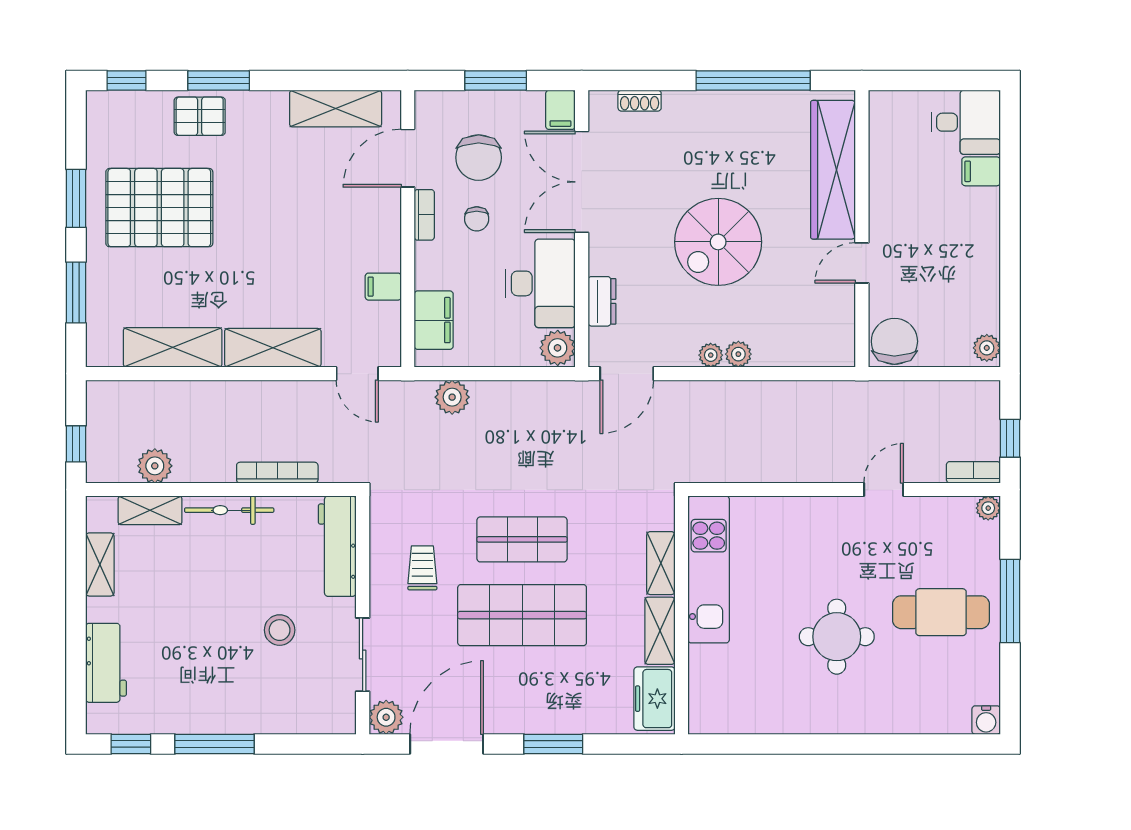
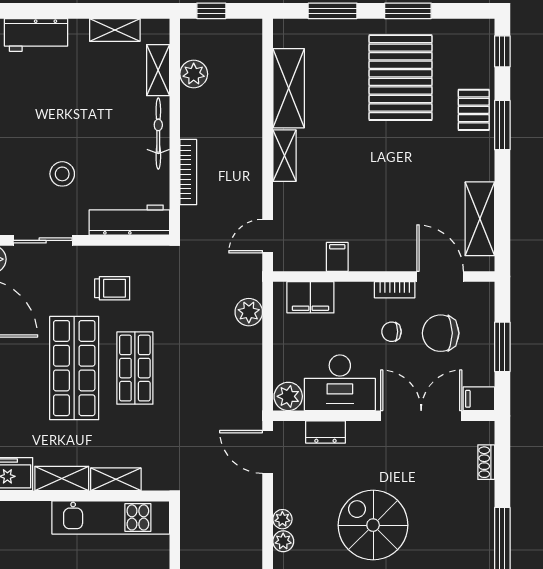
shelving: (273, 348) -> (284, 156), width x0.67, depth x0.75

